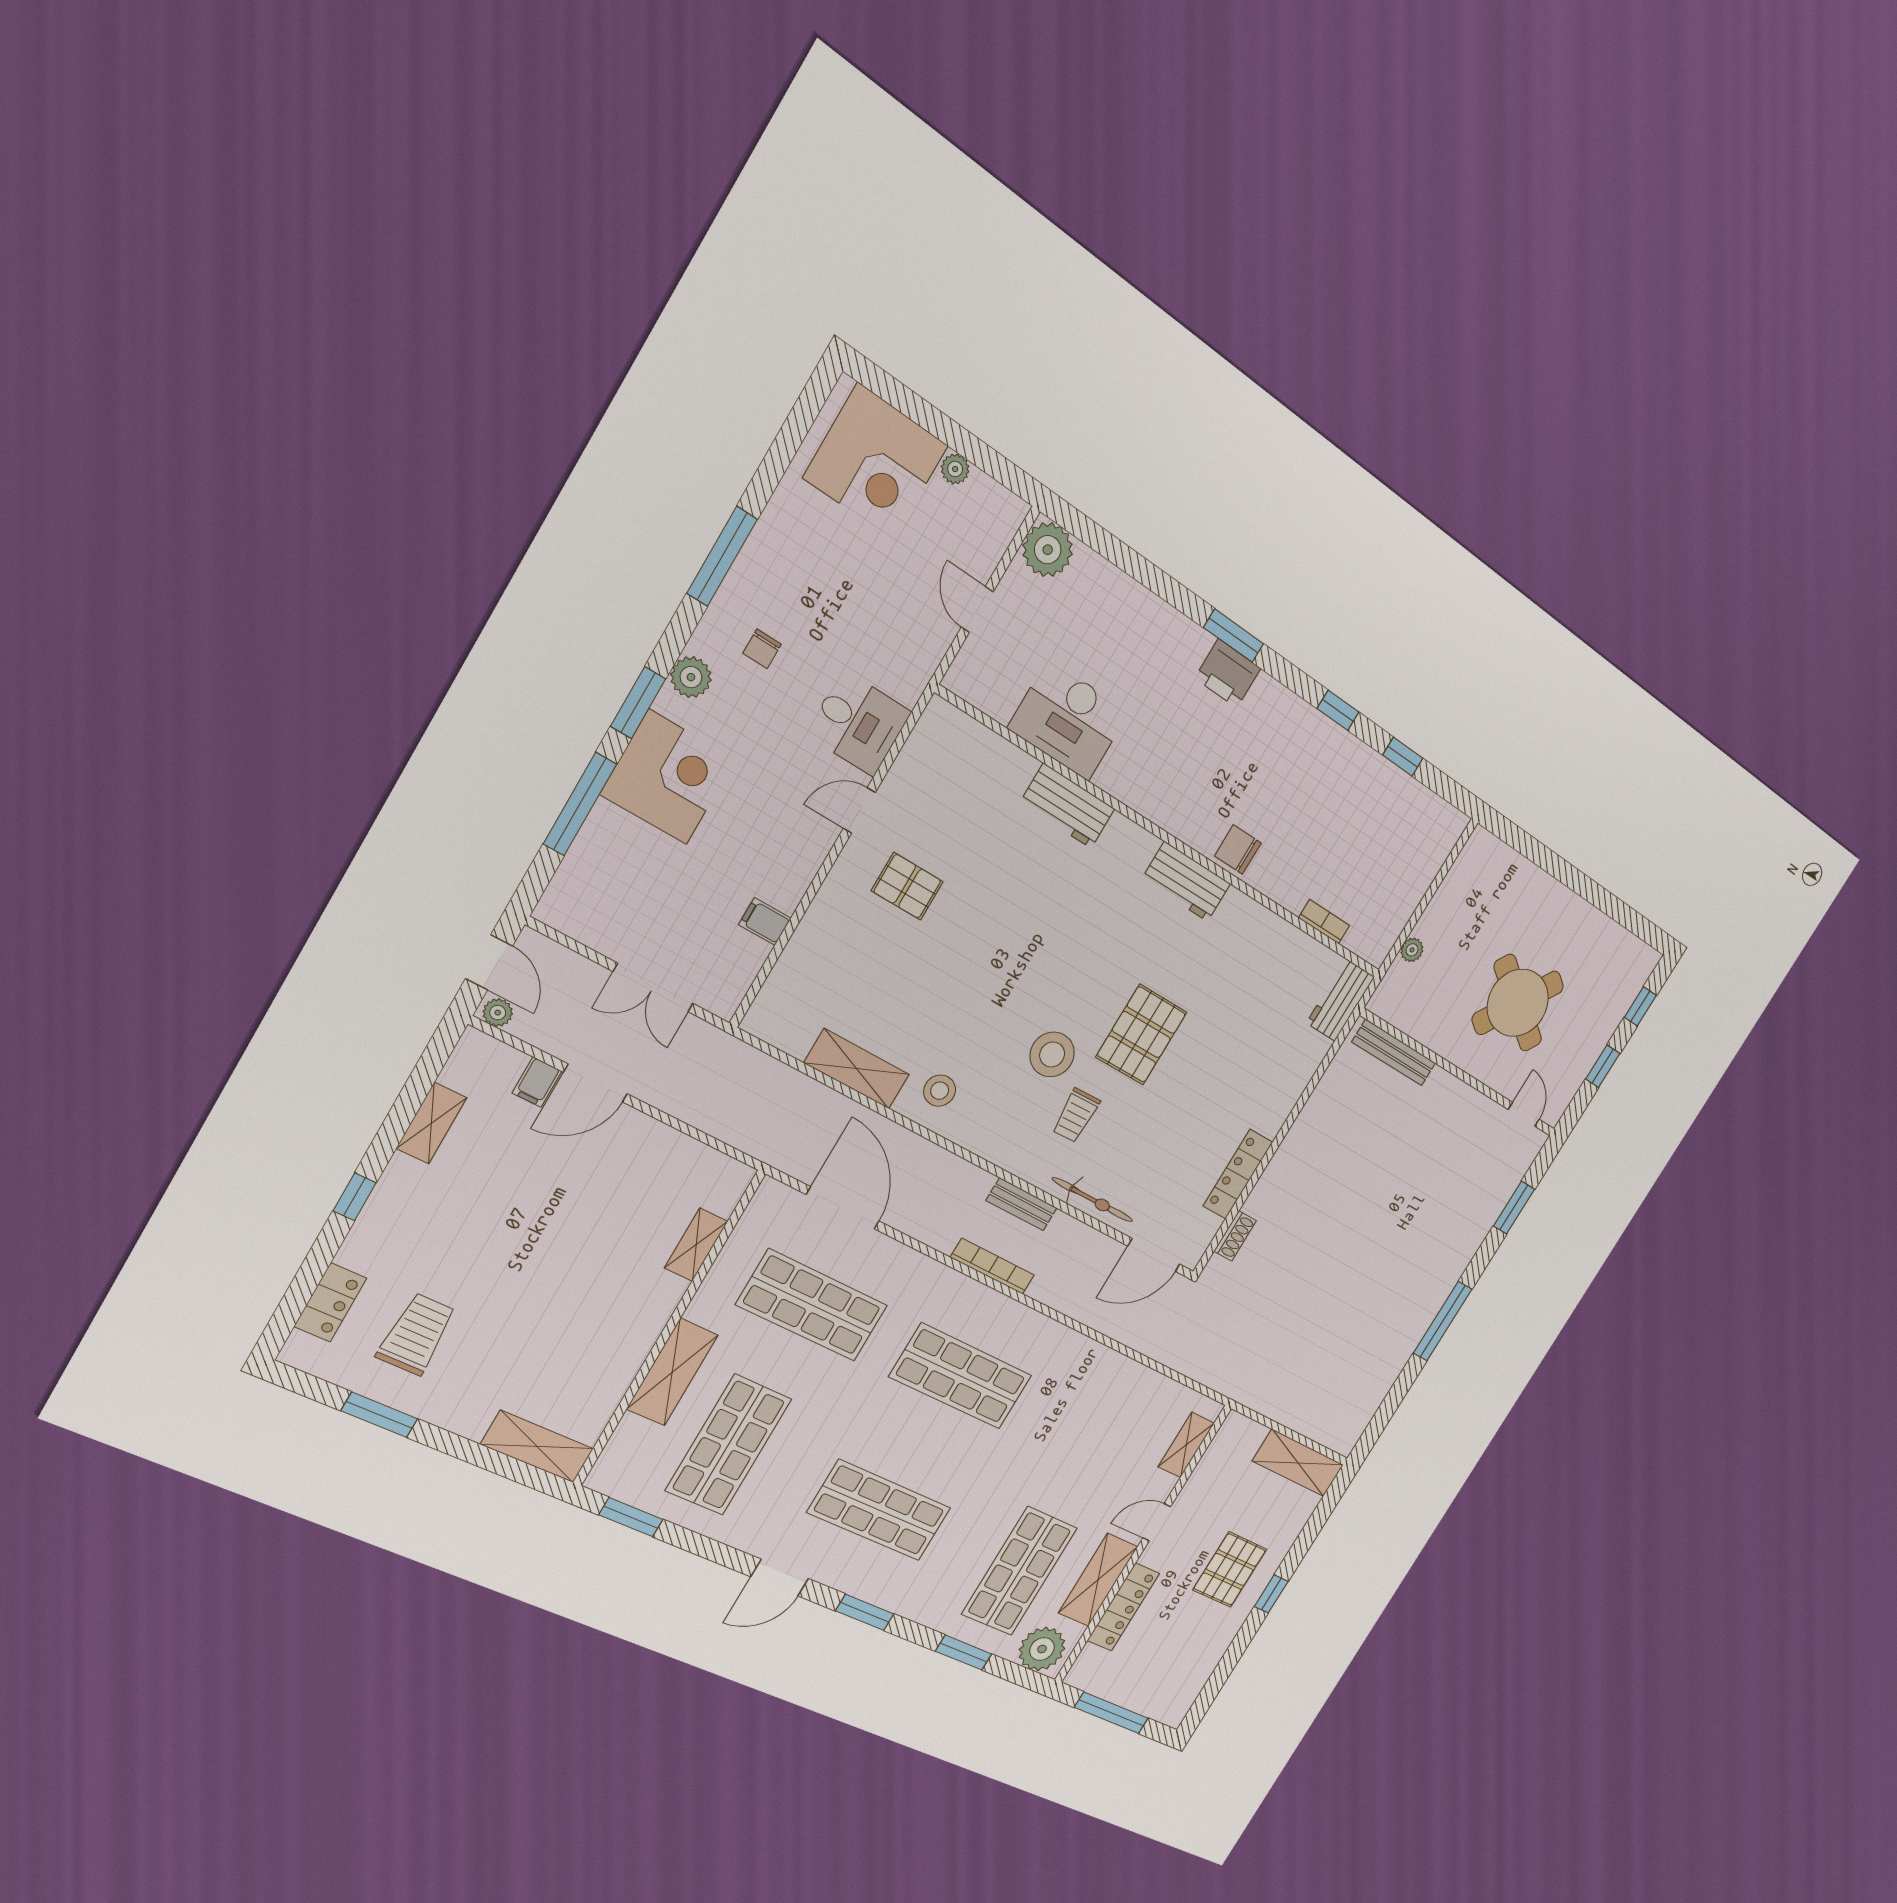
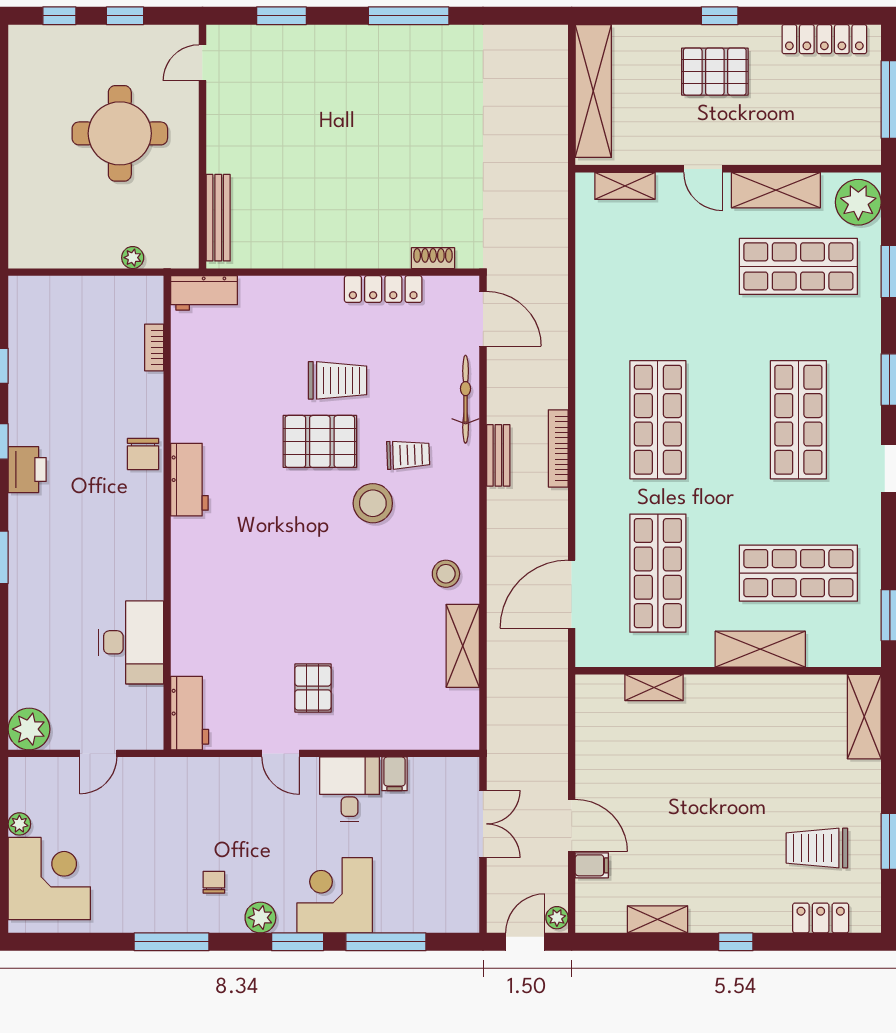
chair: (762, 649) -> (214, 882), turned -90
printer: (1228, 673) -> (27, 470), moved
desk: (858, 723) -> (350, 789), moved
workbench: (1067, 806) -> (190, 713), moved
round table: (1518, 1003) -> (120, 133), turned -34
trolley: (1186, 1084) -> (338, 380), added
shelving: (1298, 1463) -> (593, 91), width x1.47
locker: (1123, 1607) -> (824, 39), moved, turned 180

